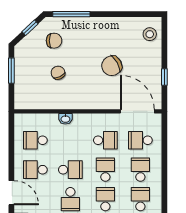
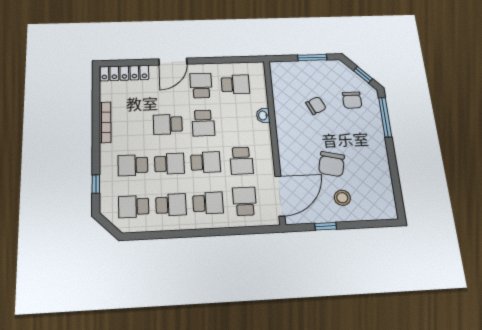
stool: (150, 34) -> (342, 198), moved
chair: (112, 66) -> (332, 164), turned -137
school desk: (35, 140) -> (235, 84), turned 90

